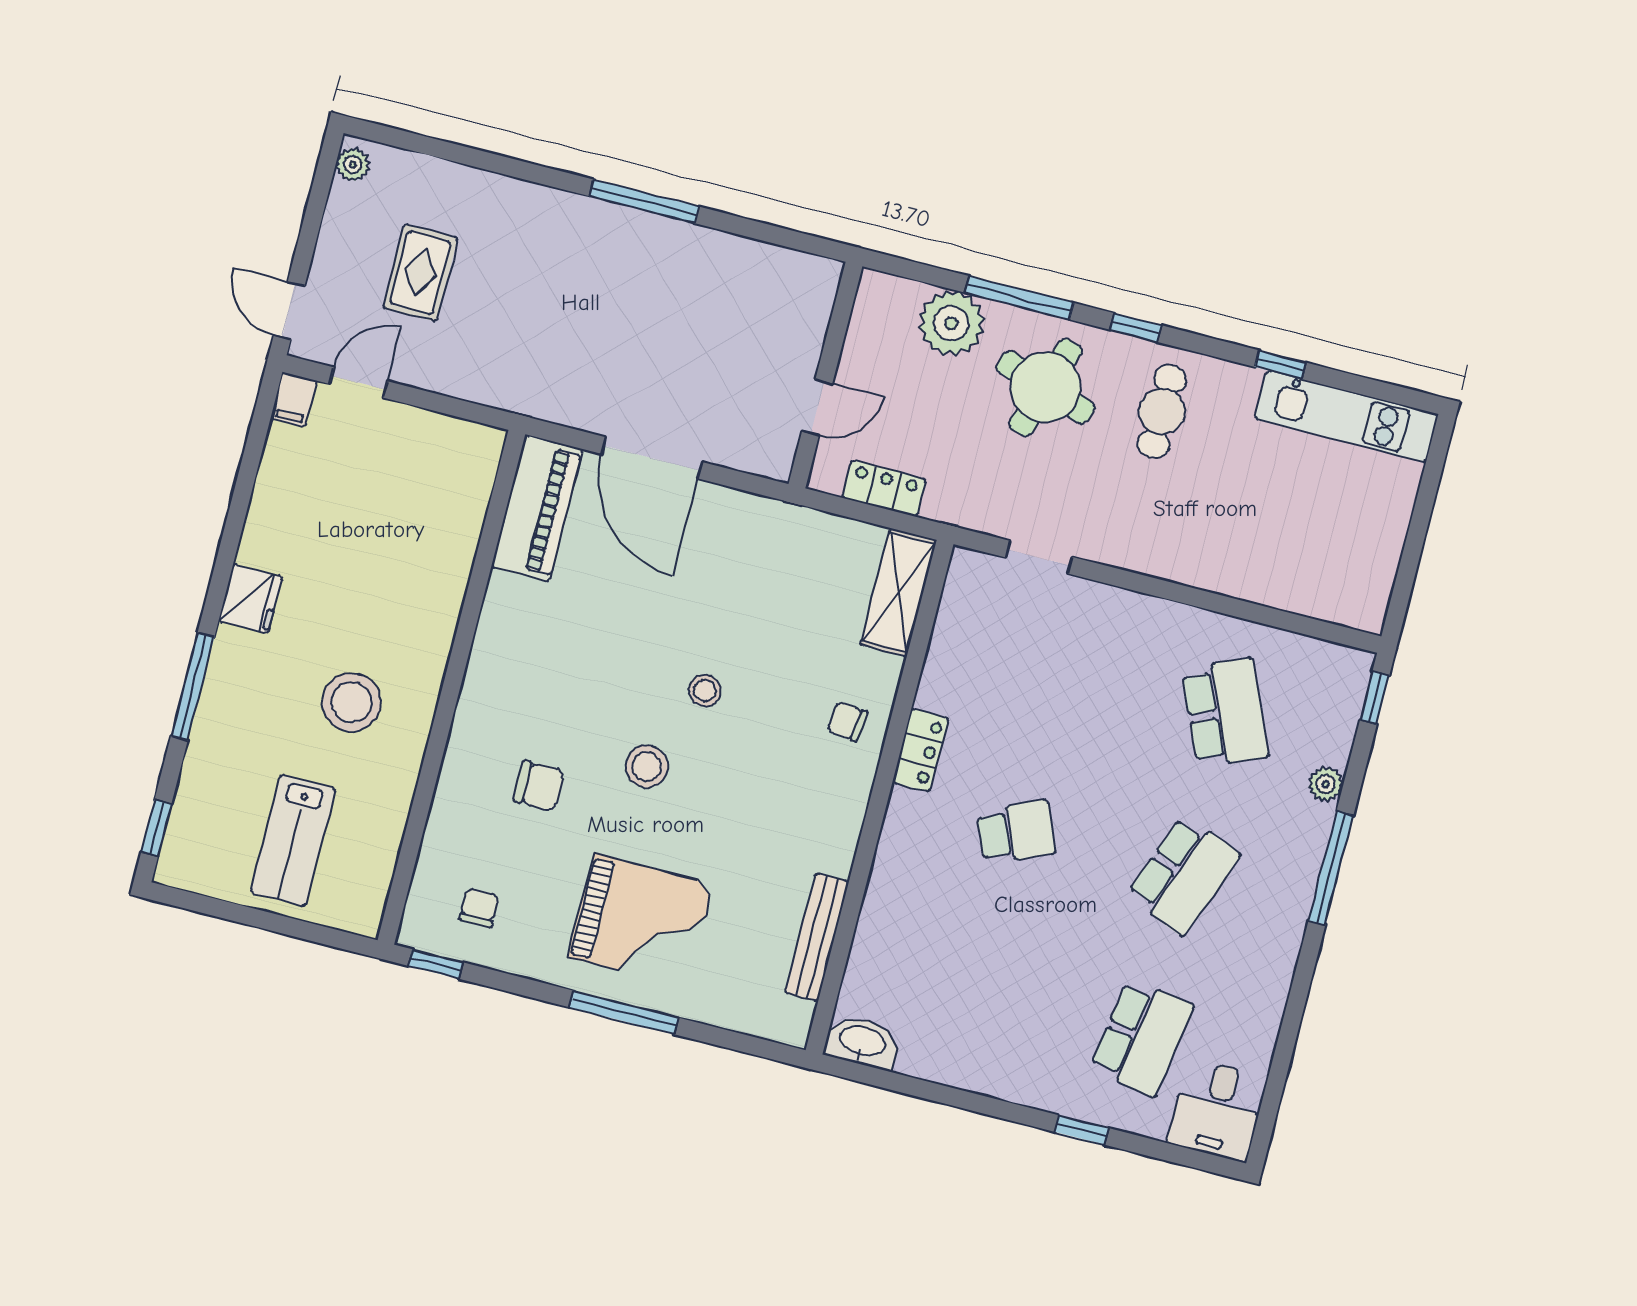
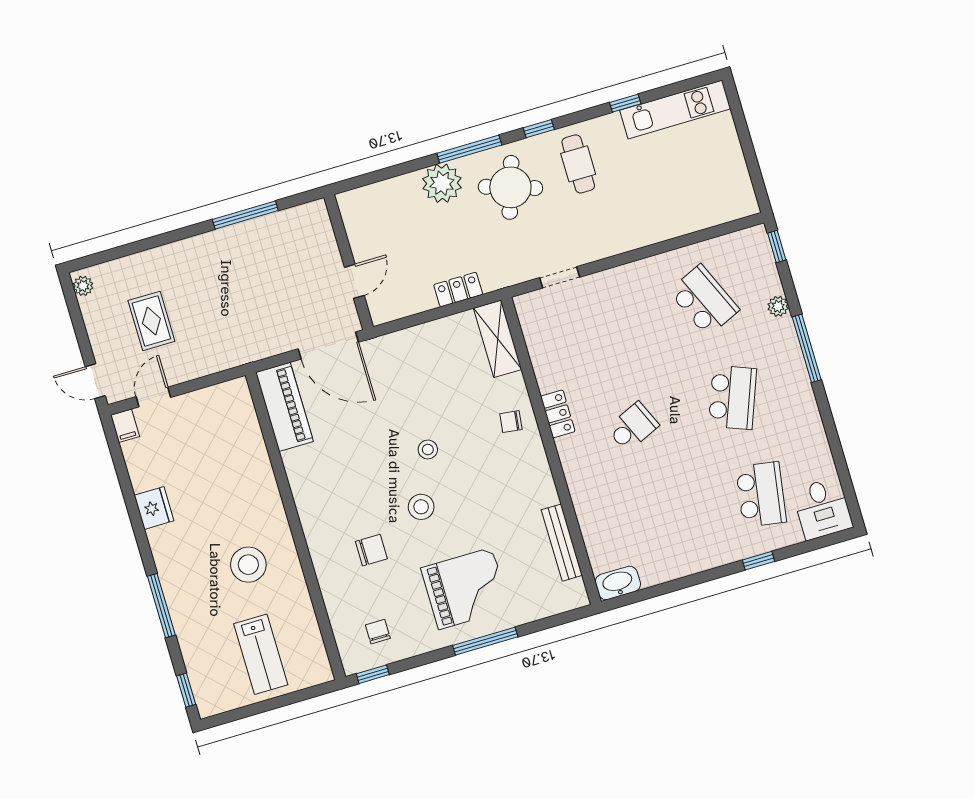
wall: (825, 375) -> (349, 262), moved
door: (817, 407) -> (354, 281), moved
fridge: (250, 599) -> (154, 508), moved

